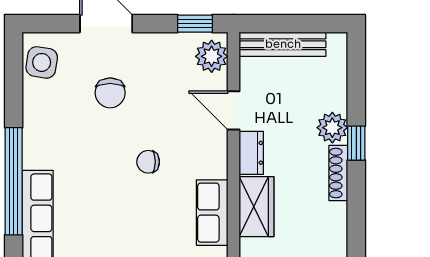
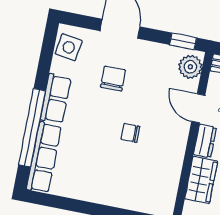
chair: (110, 93) -> (113, 79), turned 180
row of seats: (212, 213) -> (56, 99), moved, turned 180

